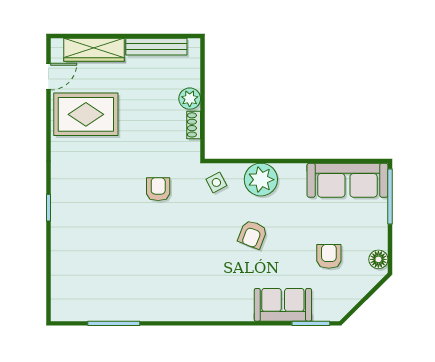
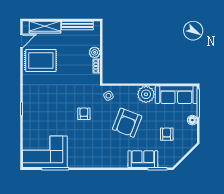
plant: (261, 180) -> (146, 94), moved
armchair: (158, 189) -> (84, 114), moved
armchair: (252, 234) -> (127, 123), width x1.88, depth x1.88
floor lamp: (378, 259) -> (192, 120), moved
corner sofa: (94, 291) -> (45, 152), added

